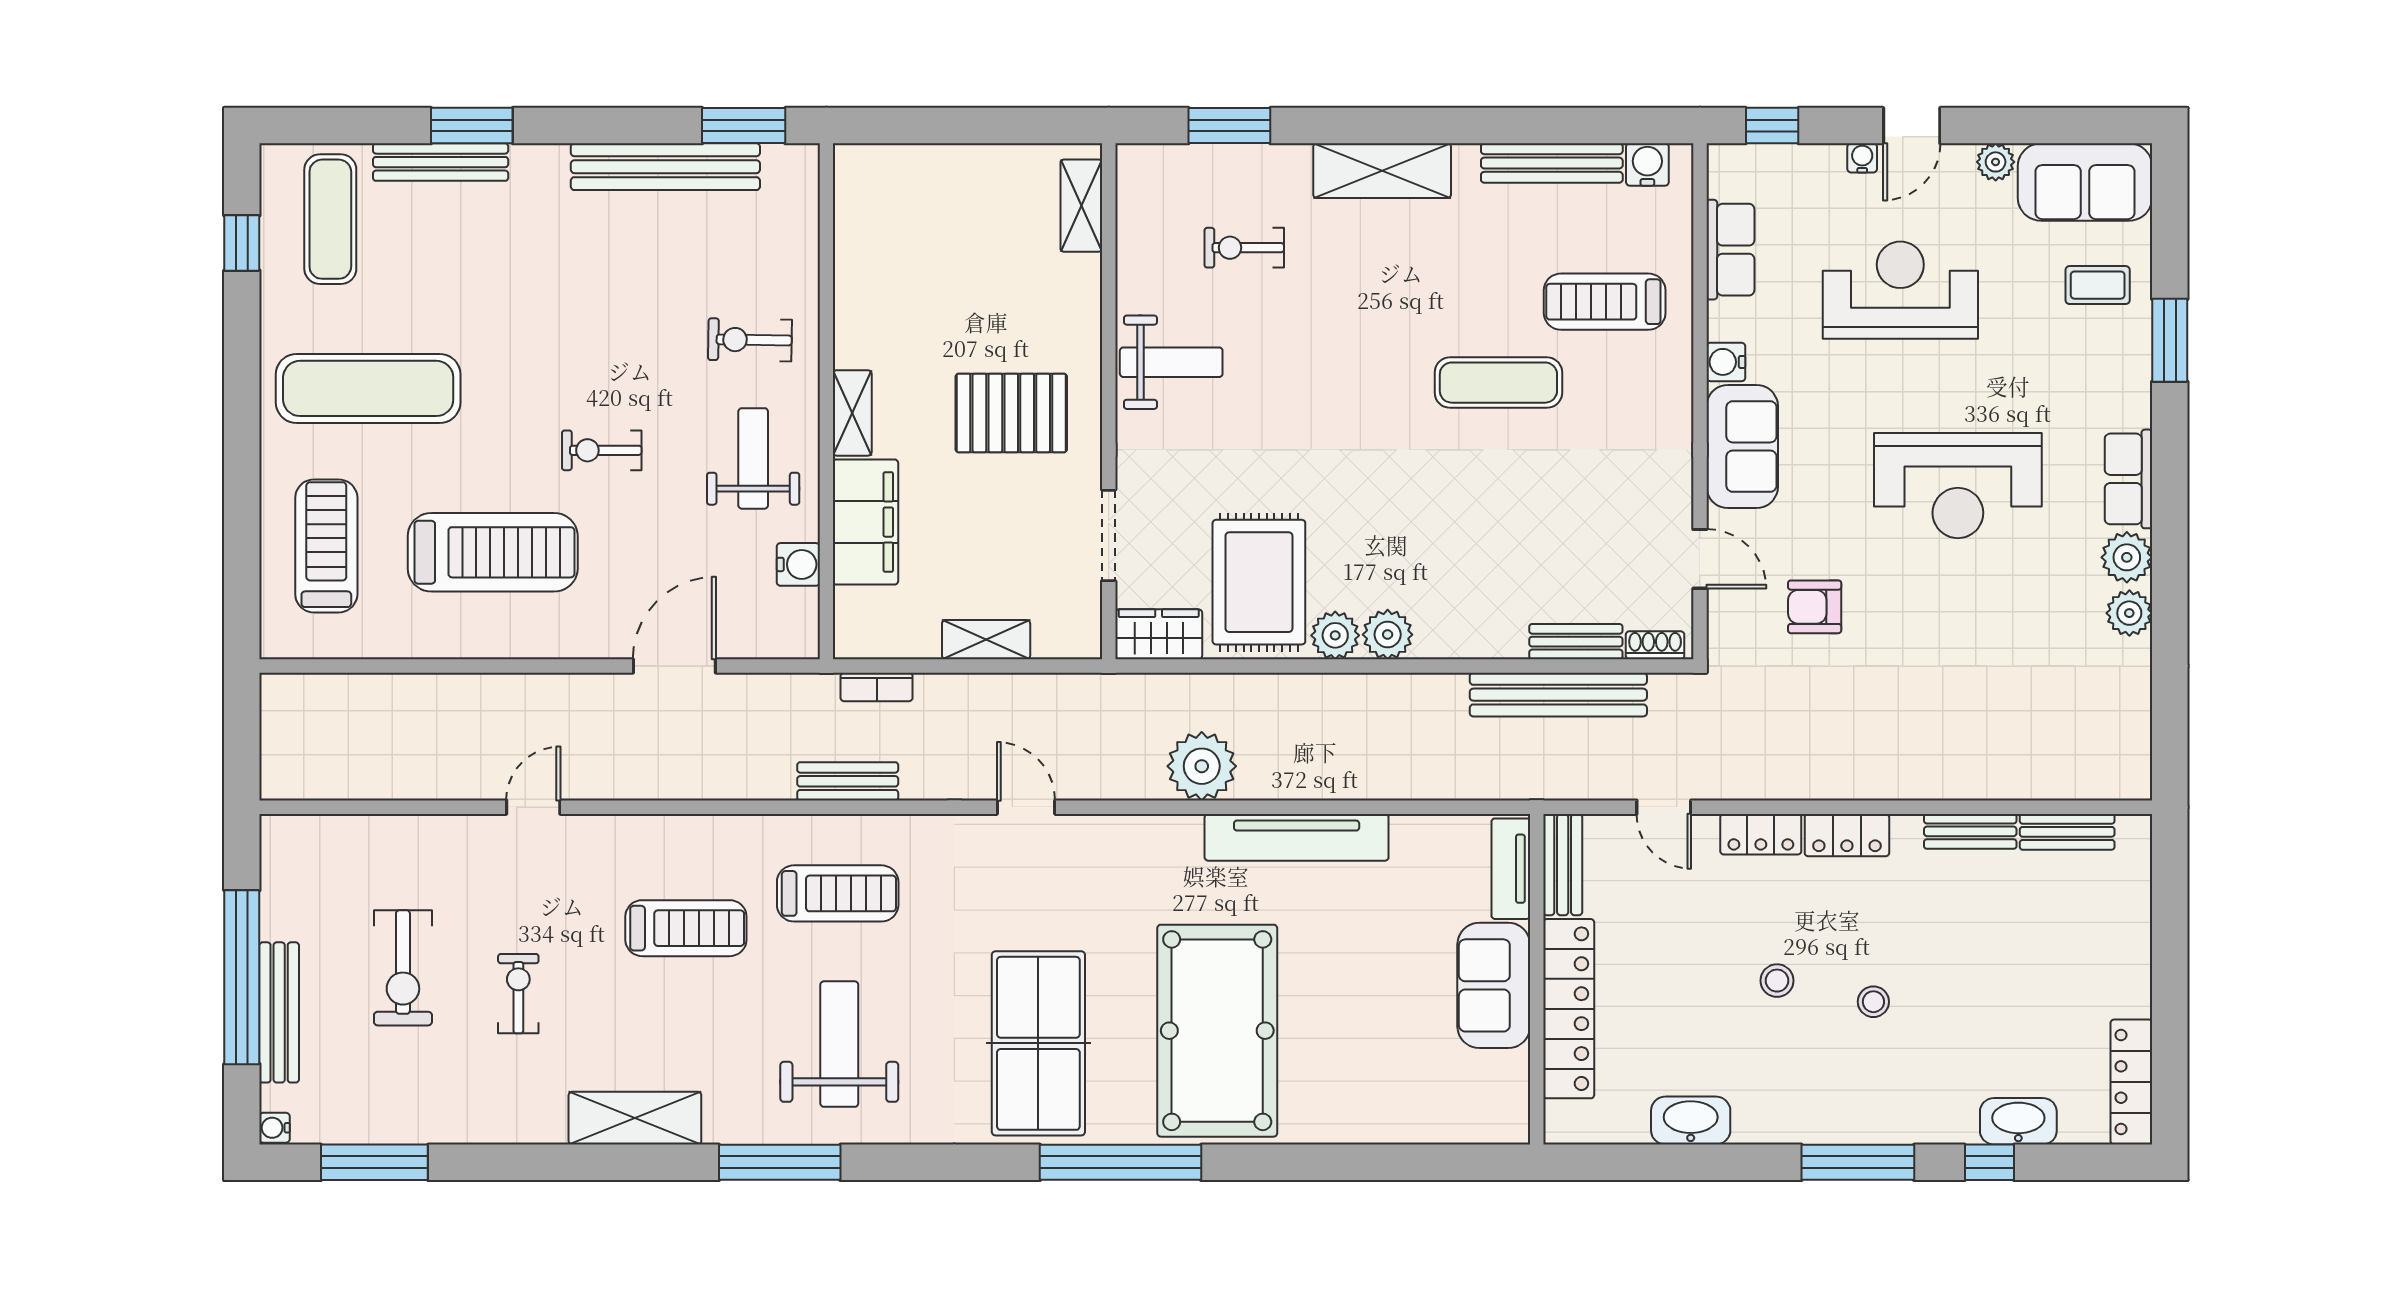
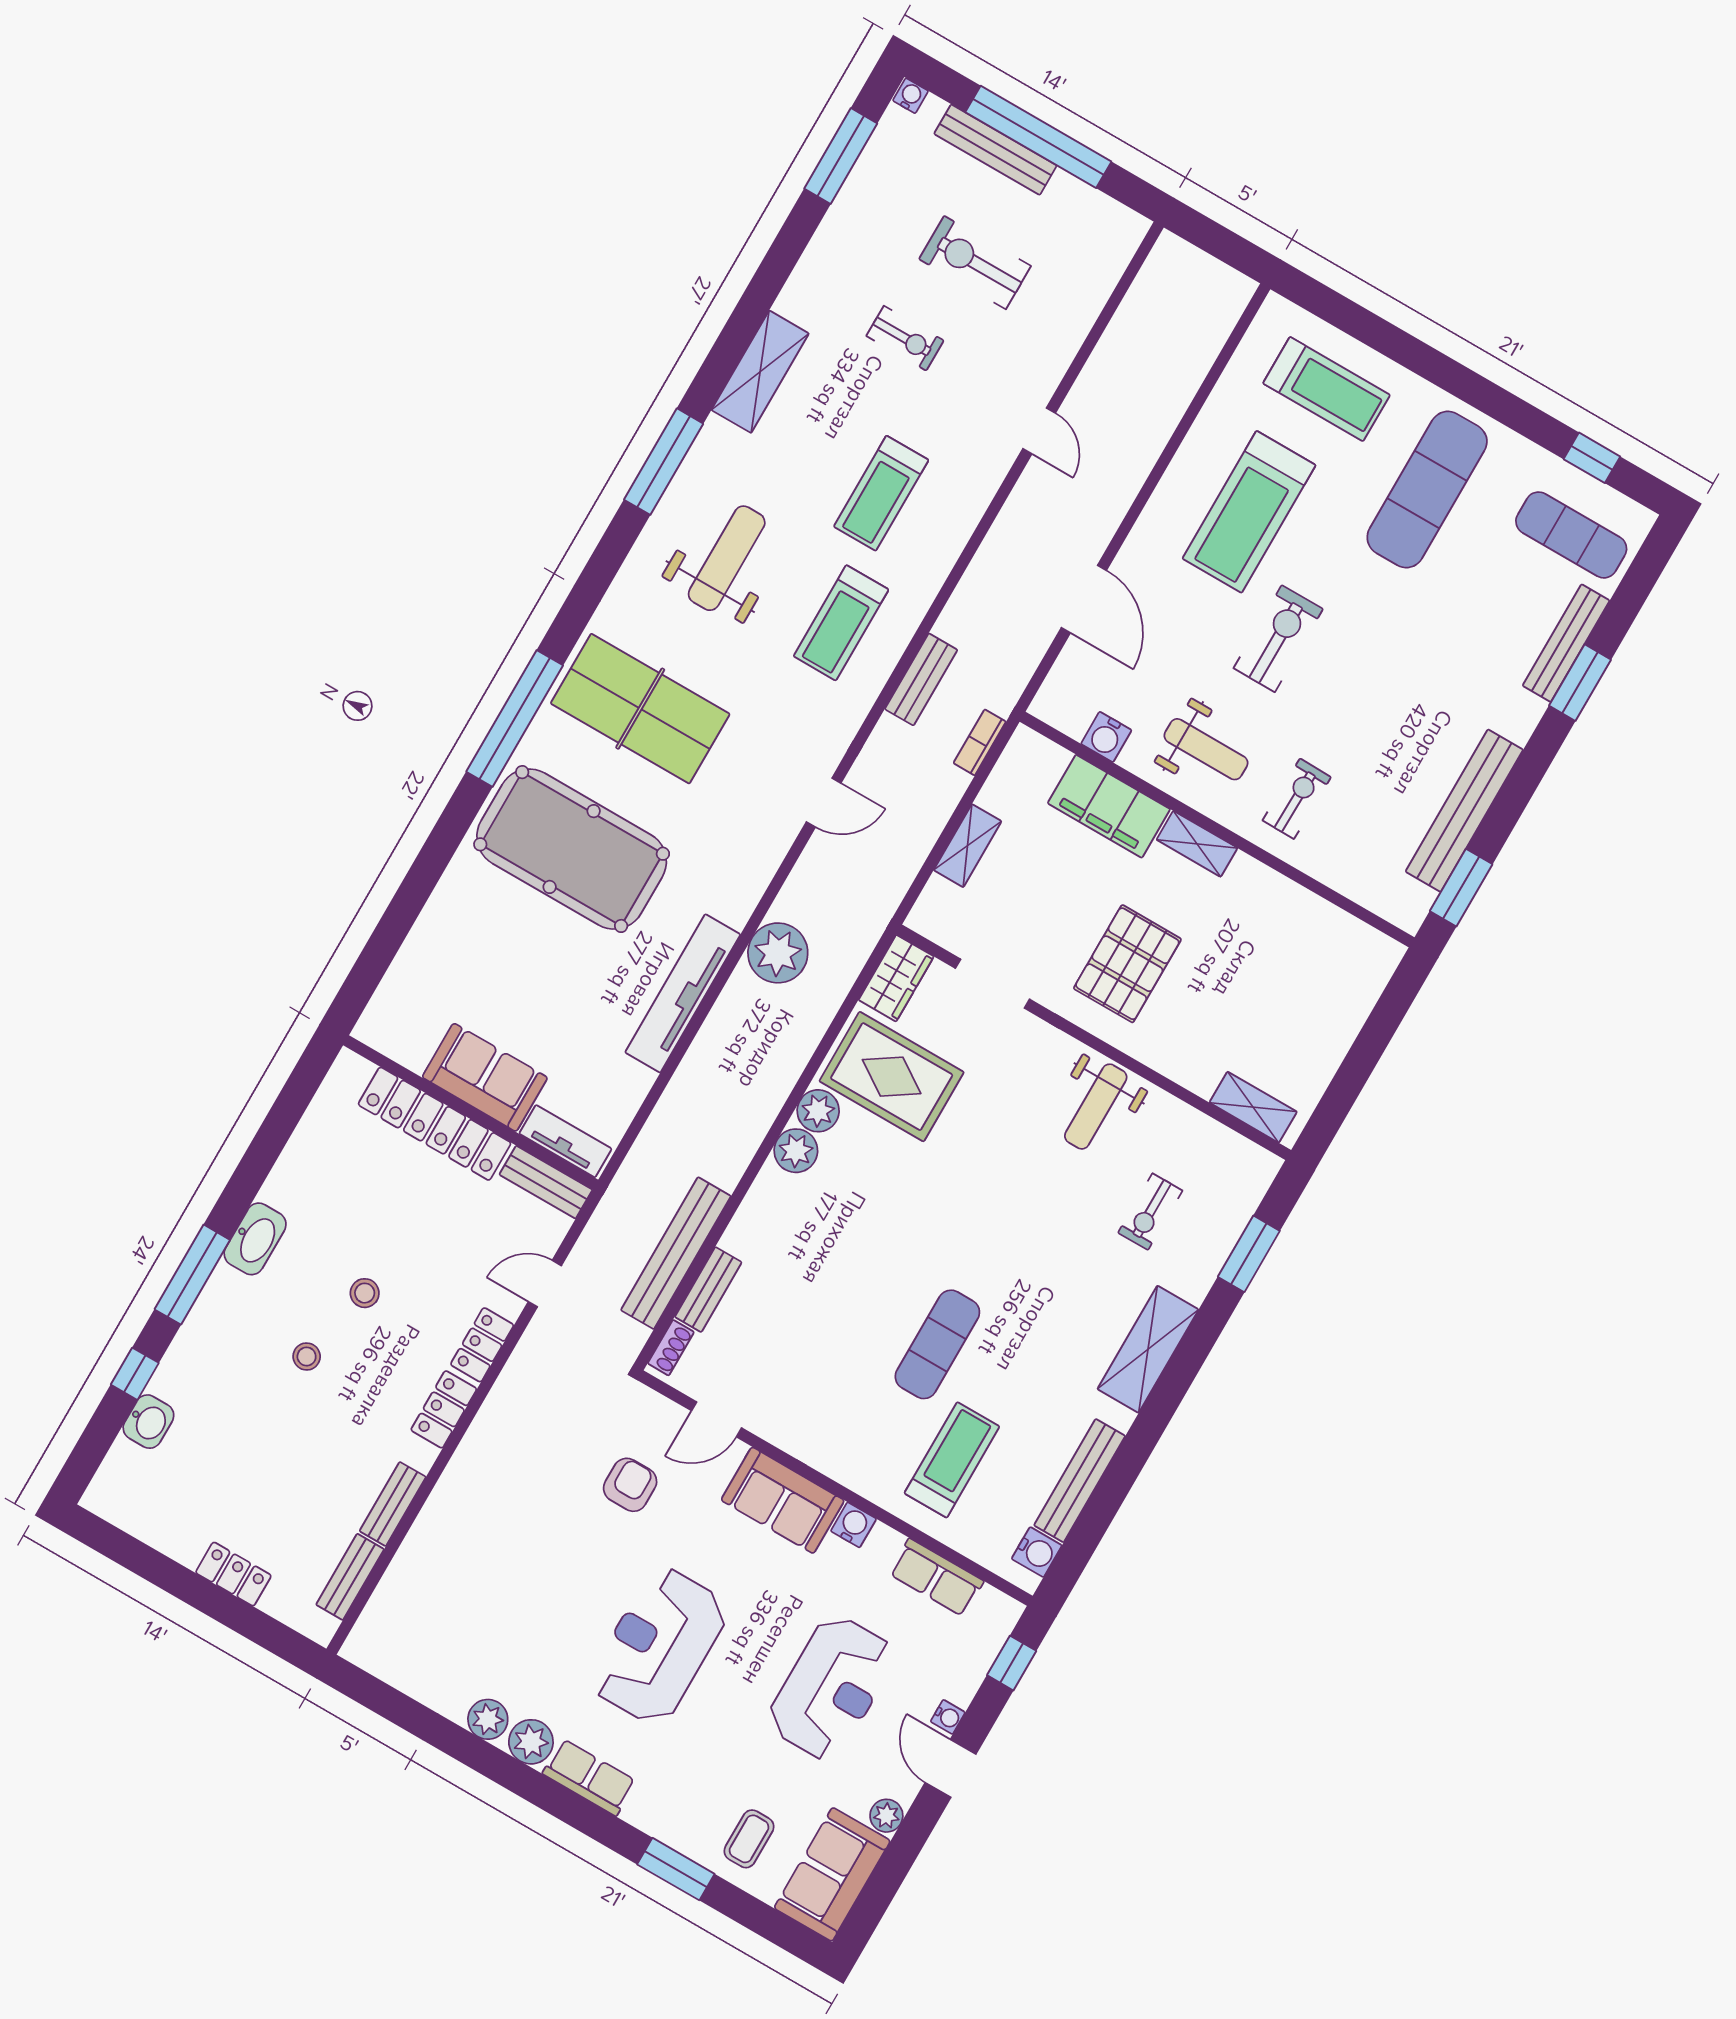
exercise bike: (1244, 248) -> (1150, 1212), turned 180
exercise bike: (602, 450) -> (1278, 639), width x1.38, depth x1.39
weight bench: (839, 1044) -> (727, 558), turned -90
locker: (2131, 1082) -> (233, 1574), moved, width x0.66
washbasin: (1691, 1121) -> (255, 1239), moved
washbasin: (2018, 1121) -> (148, 1422), width x0.72

